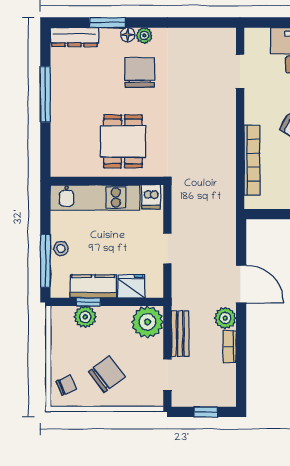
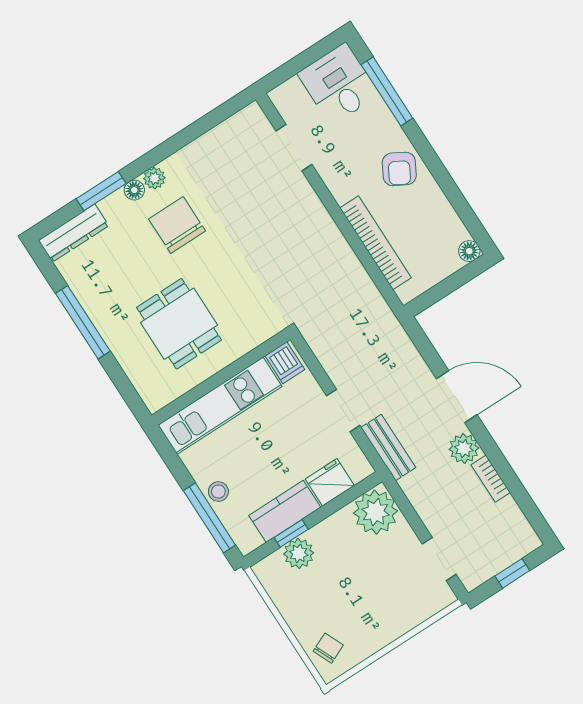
dining table: (123, 141) -> (179, 324), moved
bench: (180, 334) -> (388, 448), moved
chair: (107, 374) -> (368, 604), removed

